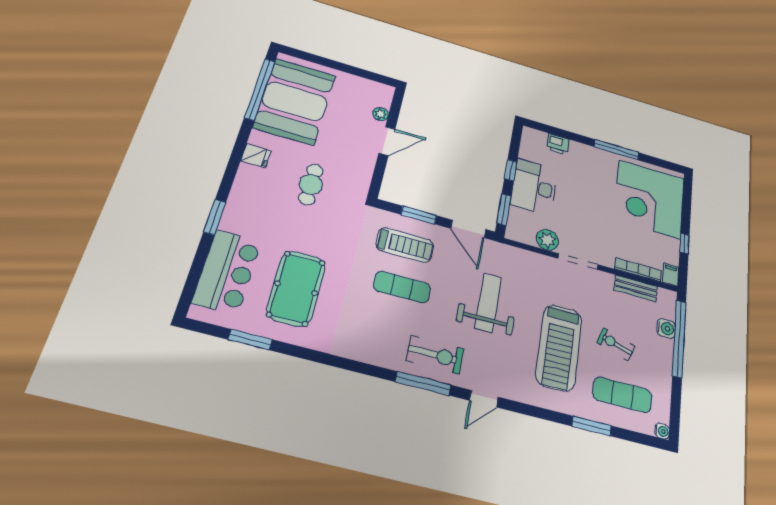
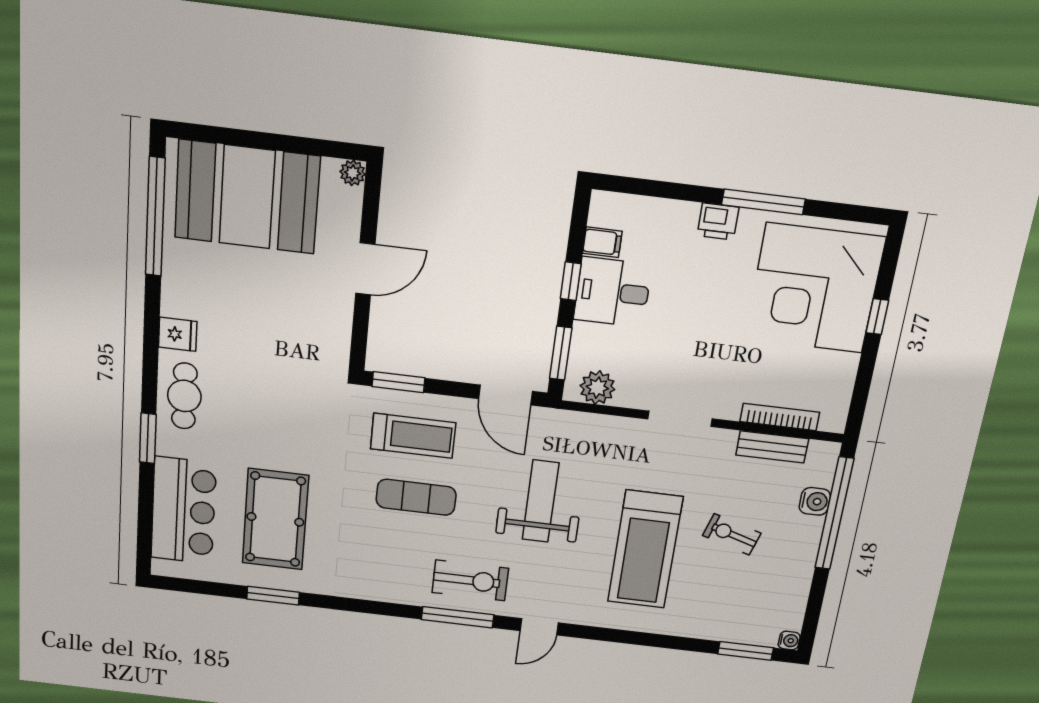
booth: (295, 101) -> (247, 197), moved, turned 90
plant: (381, 114) -> (353, 173), moved
printer: (558, 144) -> (718, 221), moved
cafe table: (311, 184) -> (184, 396), moved
desk: (534, 187) -> (613, 292), width x0.73
window: (419, 215) -> (398, 382), moved
plant: (547, 240) -> (597, 388), moved
window: (685, 243) -> (877, 317), moved
filing cabinet: (670, 275) -> (602, 242), moved, turned 90
window: (250, 340) -> (273, 596), moved
exercise mat: (622, 395) -> (735, 601), removed
window: (592, 426) -> (746, 651), moved

